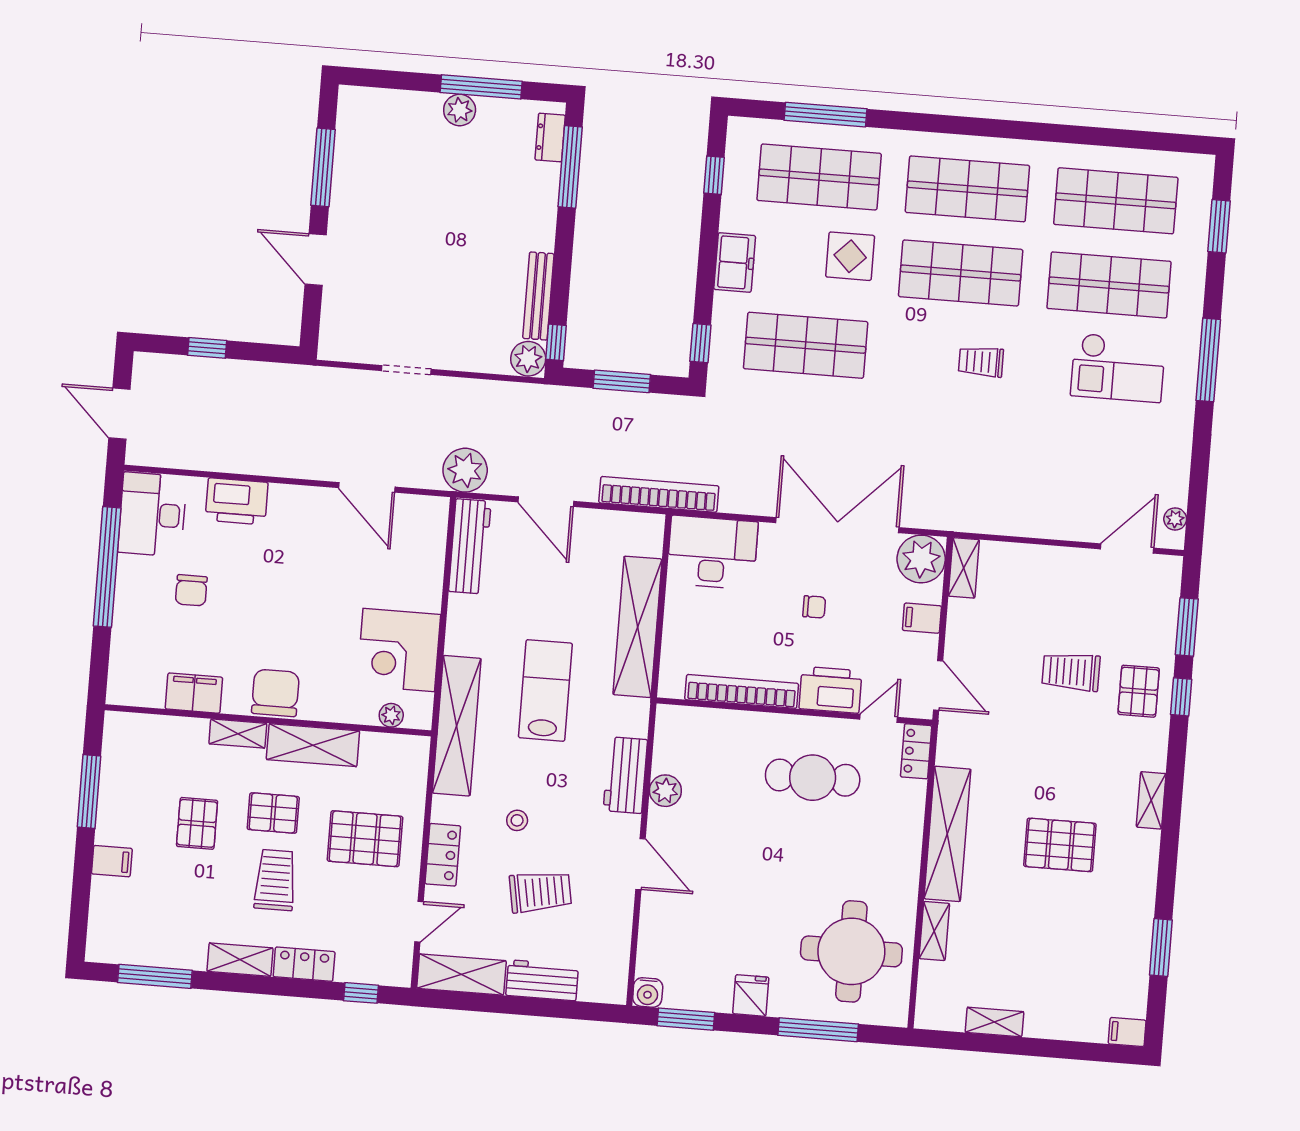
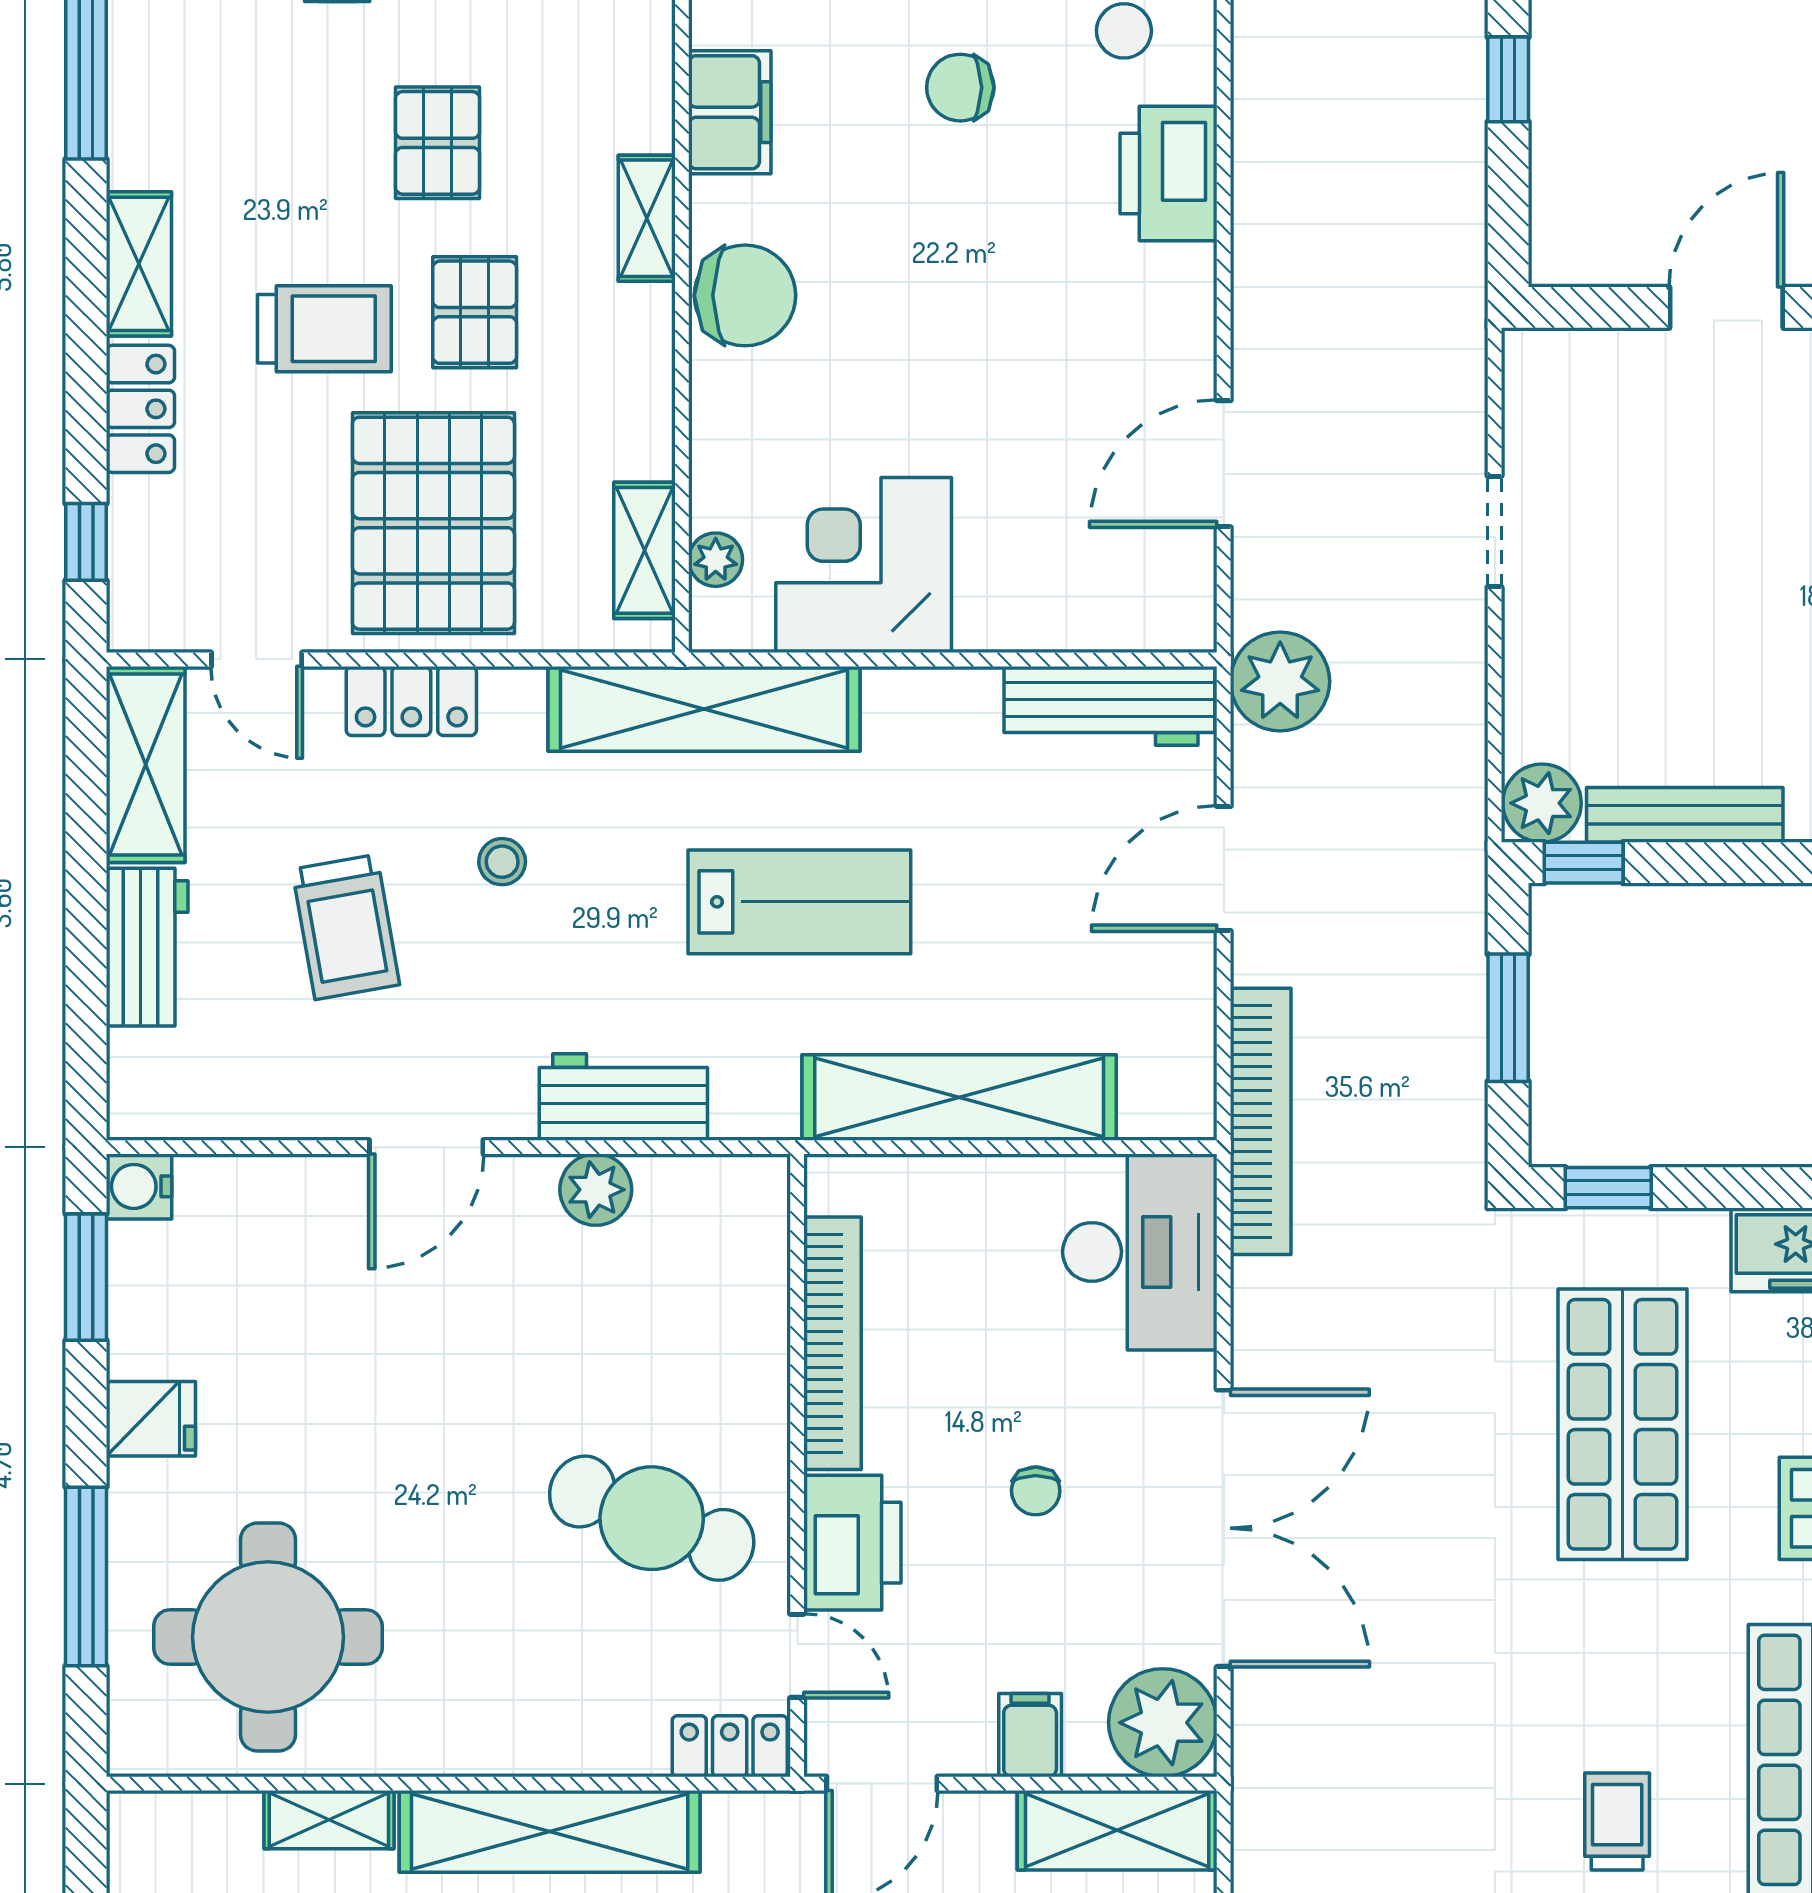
shelving: (964, 568) -> (1117, 1830), width x1.50, depth x1.33
shelving: (313, 745) -> (644, 550), moved, width x0.67, depth x0.75
cafe table: (813, 778) -> (652, 1518), turned -69
pallet: (197, 823) -> (438, 143), turned 90
pallet: (365, 839) -> (433, 523), width x1.37, depth x1.41

